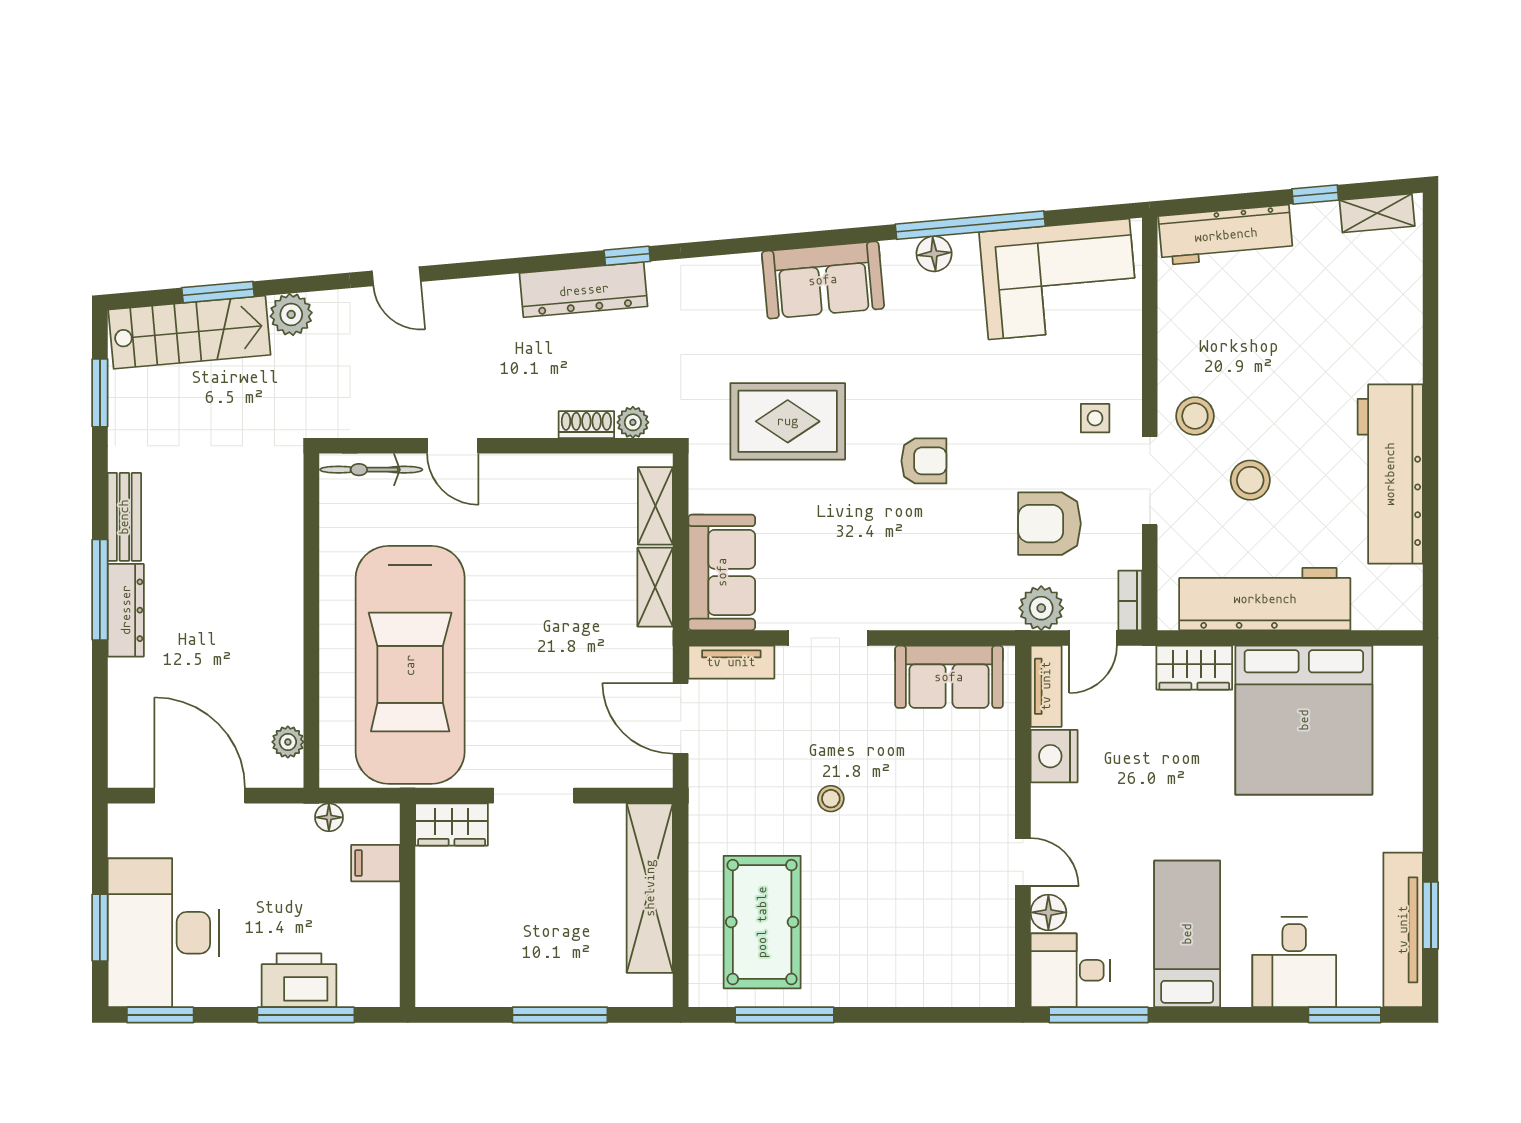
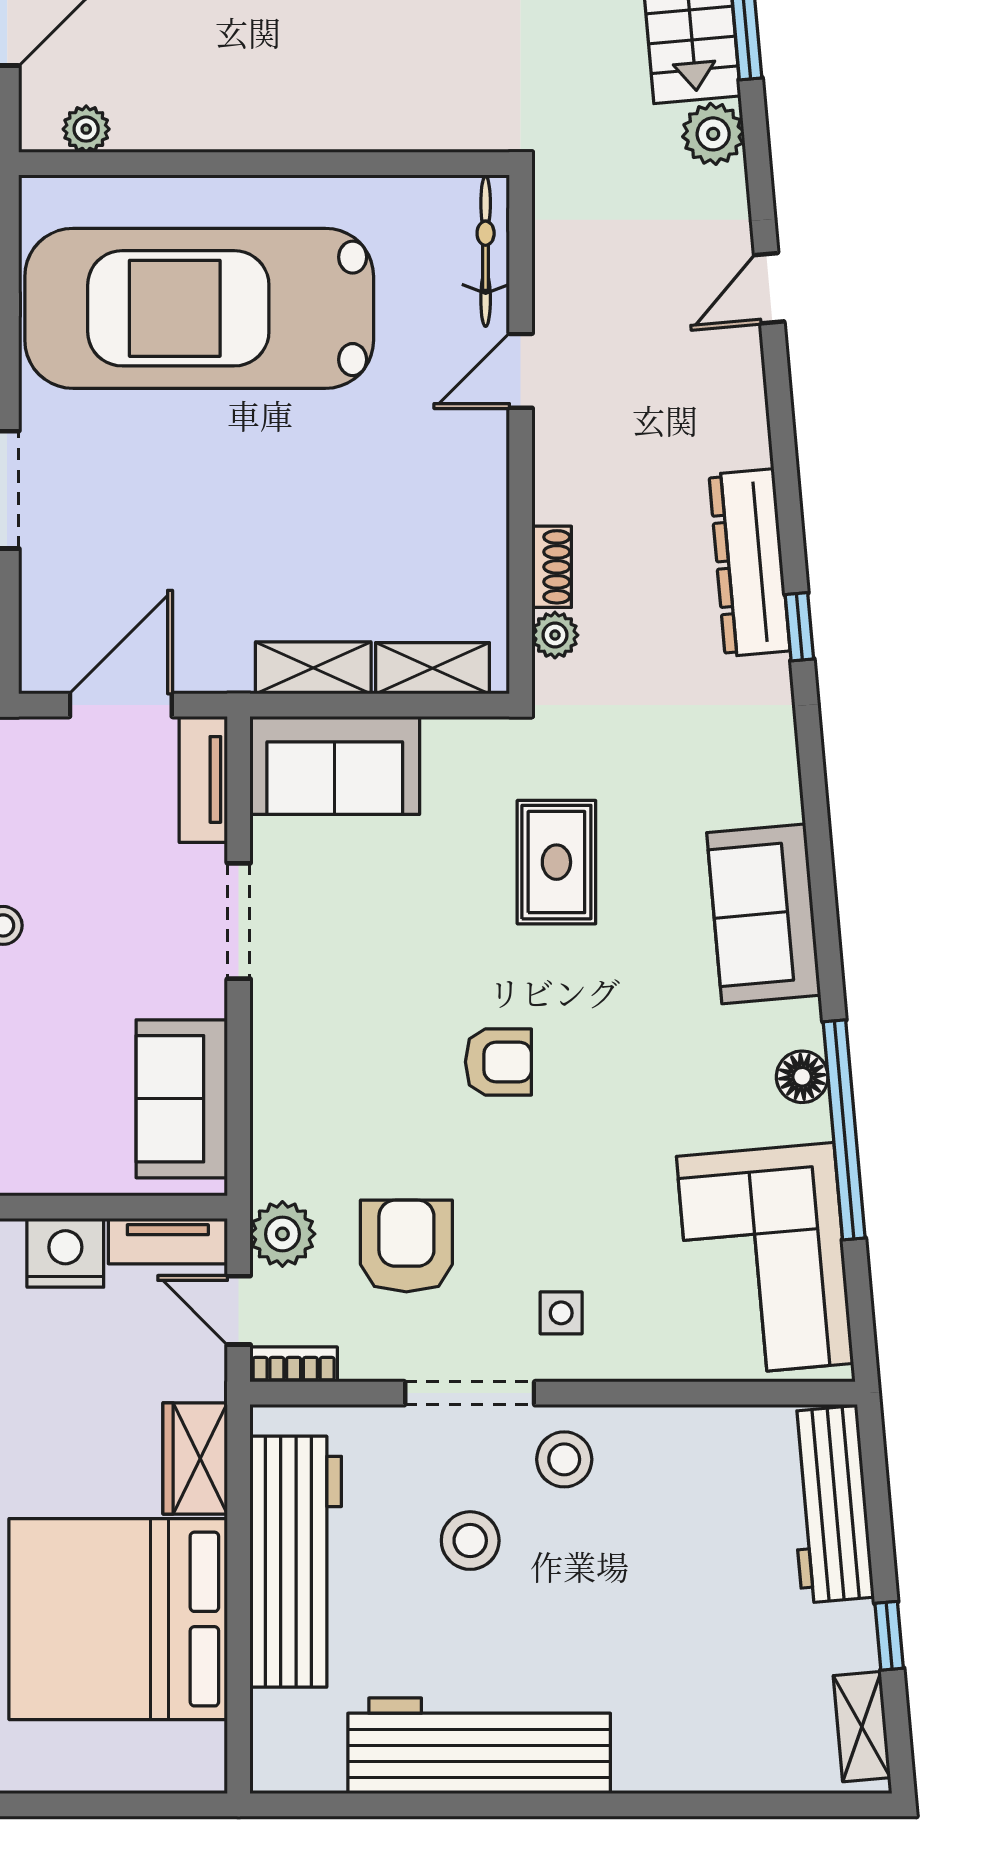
rug: (788, 421) -> (556, 862), width x0.73, depth x0.70
armchair: (924, 461) -> (498, 1062), turned -90

